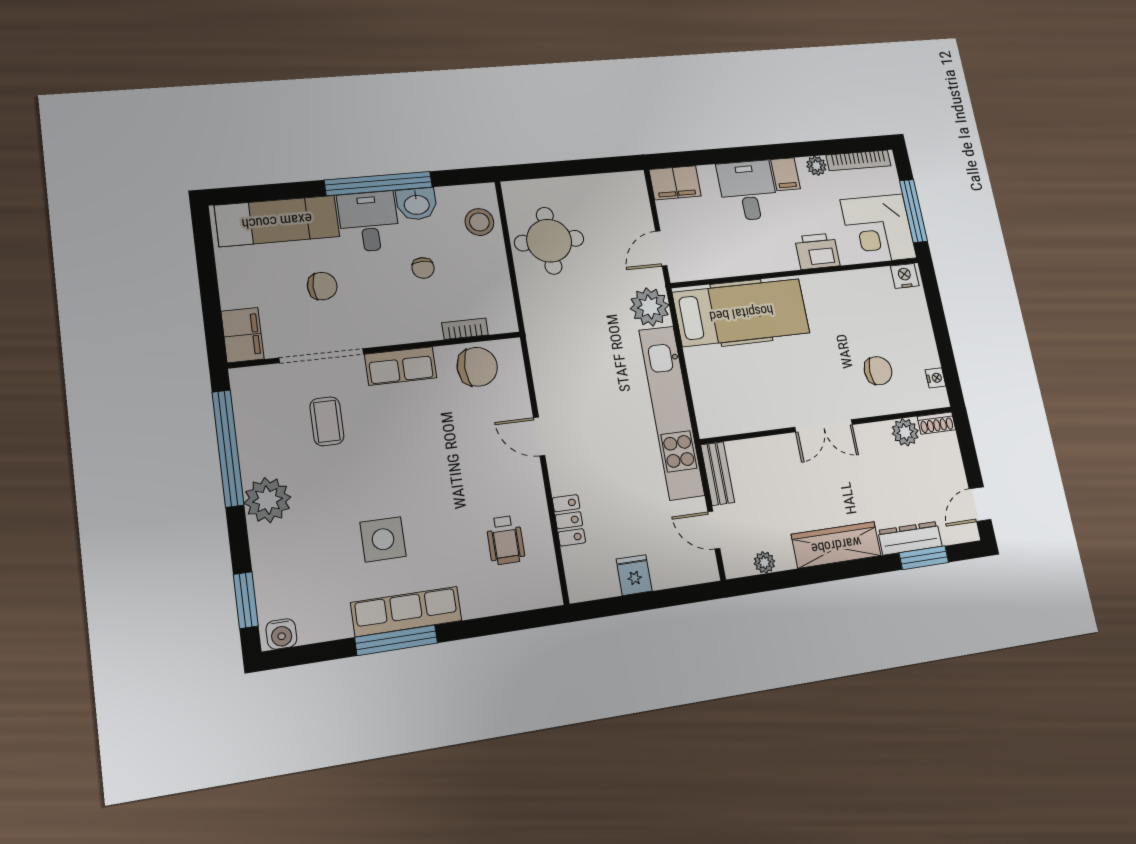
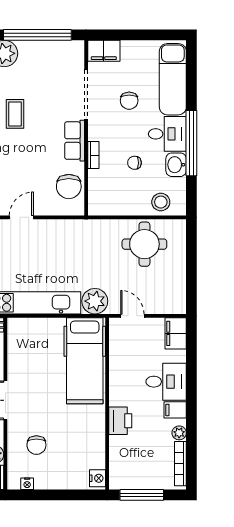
corner desk: (878, 229) -> (132, 467), removed
bookcase: (465, 329) -> (93, 155), moved
coffee table: (327, 421) -> (15, 114), moved, turned 90

